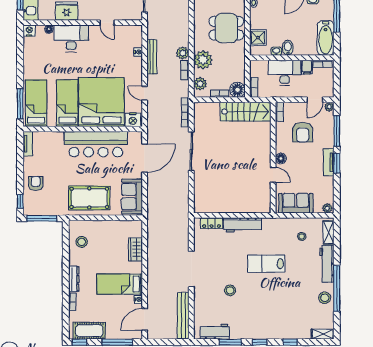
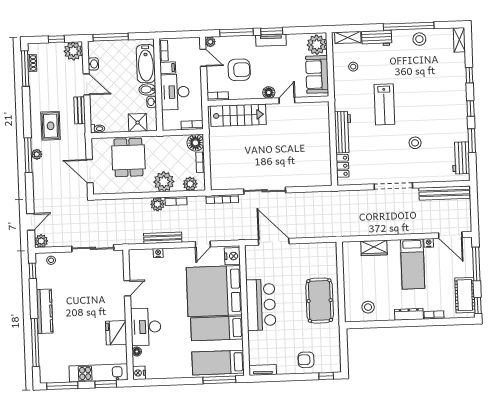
bathtub: (326, 38) -> (146, 64), moved, turned 90
stairs: (246, 112) -> (238, 115), moved, turned 90
bar counter: (96, 144) -> (261, 305), width x0.73
sofa: (132, 197) -> (316, 254), removed
plant: (327, 208) -> (317, 45), width x1.88, depth x1.88
window: (42, 218) -> (344, 352), removed
workbench: (327, 264) -> (377, 38), width x0.73

